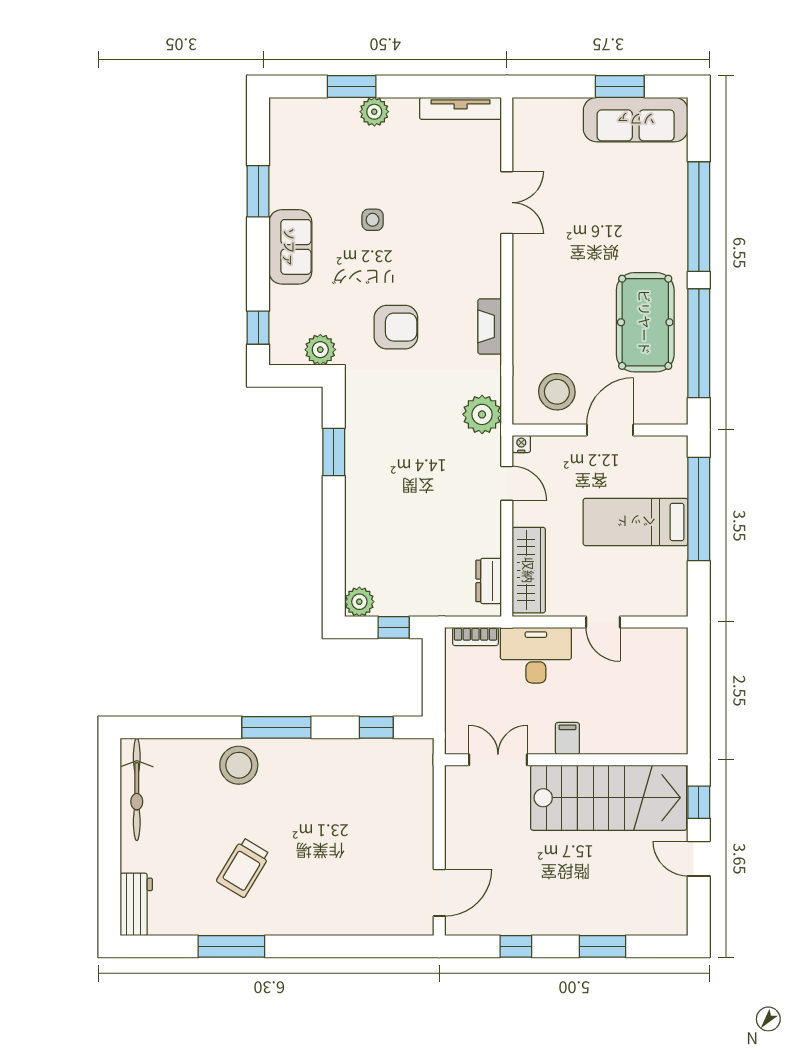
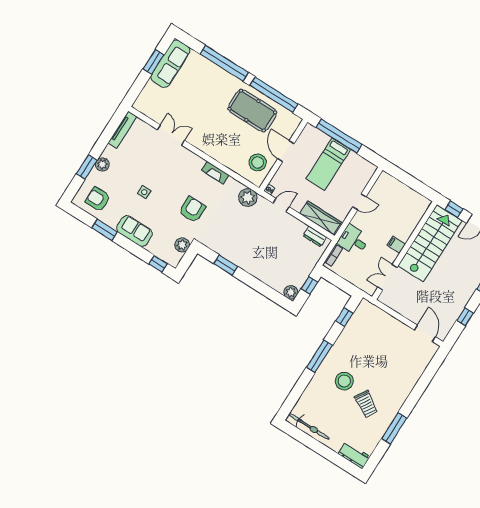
armchair: (306, 144) -> (98, 199), added
desk: (536, 655) -> (353, 240), width x0.73
stool: (239, 765) -> (344, 381), moved

